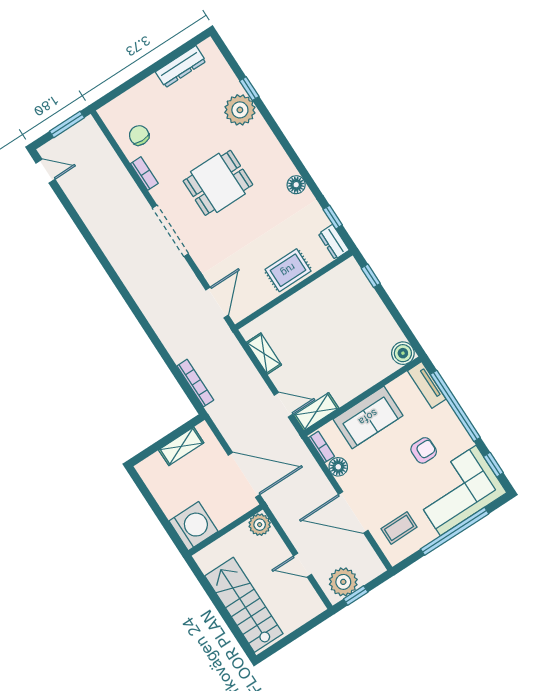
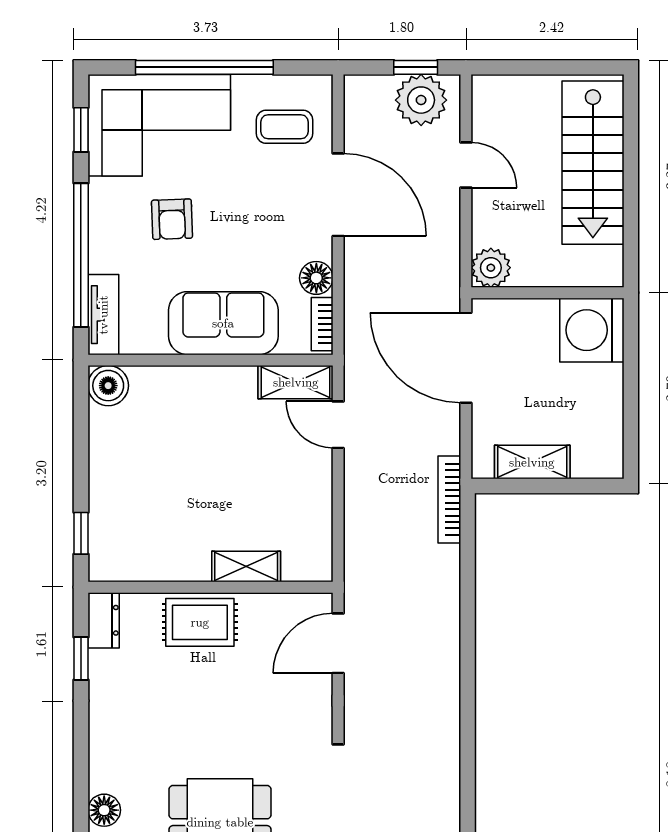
floor lamp: (296, 185) -> (104, 810), moved
shelving: (264, 354) -> (246, 566), moved, turned 90
bookcase: (195, 383) -> (449, 499), moved
armchair: (424, 450) -> (172, 219), turned -92

